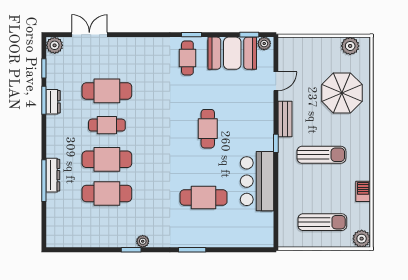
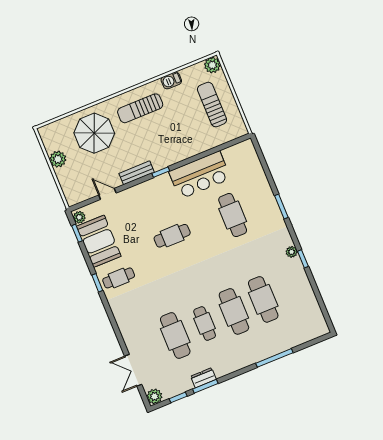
plant: (350, 46) -> (58, 159), moved
sun lounger: (321, 155) -> (140, 108), moved, turned -90
dresser: (53, 175) -> (266, 352), removed

